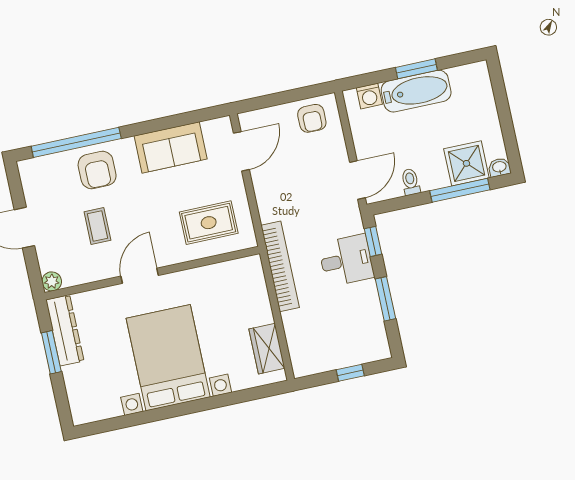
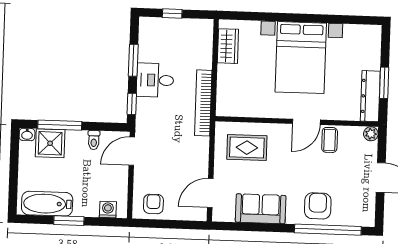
bathtub: (416, 91) -> (47, 204), moved
coffee table: (97, 226) -> (330, 140), moved
desk: (346, 260) -> (155, 80), moved

